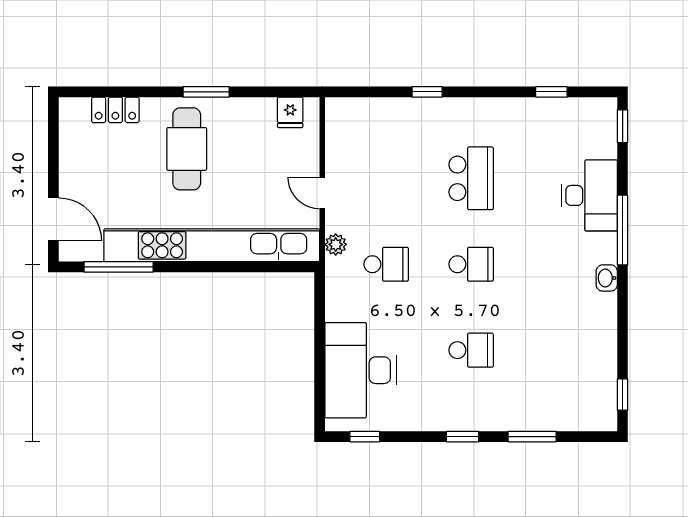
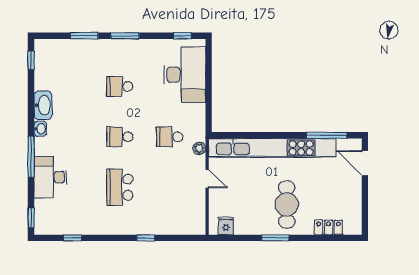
washbasin: (602, 318) -> (43, 105), added
window: (462, 437) -> (125, 36), width x1.50

